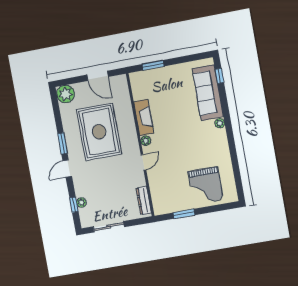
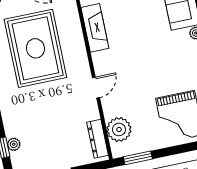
plant: (146, 141) -> (119, 129), moved, width x1.88, depth x1.88
window: (184, 214) -> (138, 158), moved

